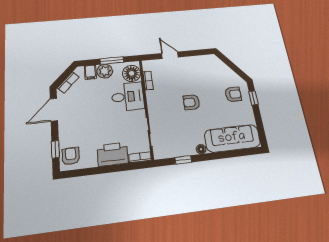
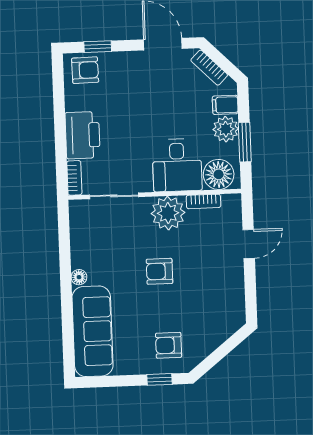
armchair: (233, 94) -> (169, 345), turned 90
plant: (157, 100) -> (168, 213), added
armchair: (191, 102) -> (159, 271), turned -90
window: (183, 160) -> (65, 246), removed

